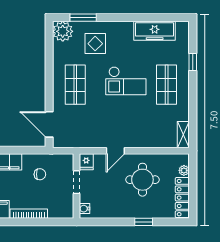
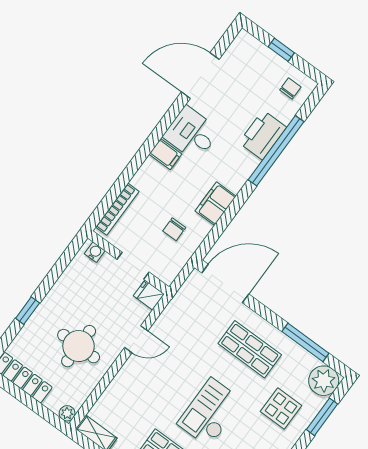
window: (49, 57) -> (305, 342), added
door: (49, 124) -> (225, 284), width x1.36
door: (115, 151) -> (136, 339), swing flipped
plant: (184, 170) -> (67, 413), moved
bookcase: (29, 214) -> (117, 209), moved

